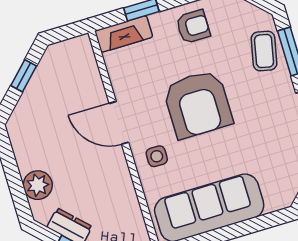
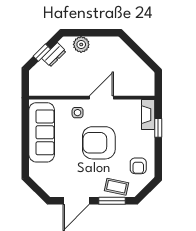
armchair: (193, 27) -> (138, 166), moved
window: (24, 76) -> (142, 54), removed

